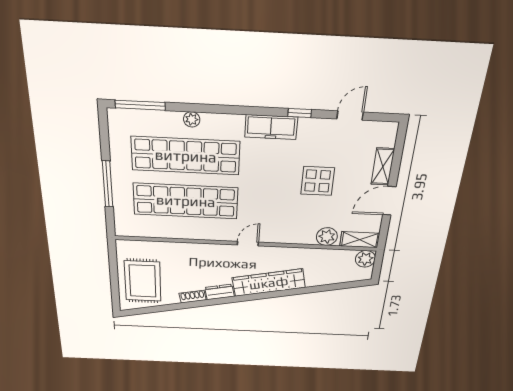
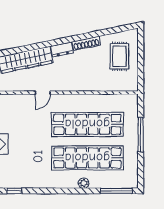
freezer: (271, 127) -> (32, 181), removed
rug: (143, 281) -> (119, 56), width x0.73, depth x0.70
shoe rack: (193, 297) -> (86, 43), width x1.43

